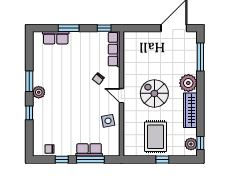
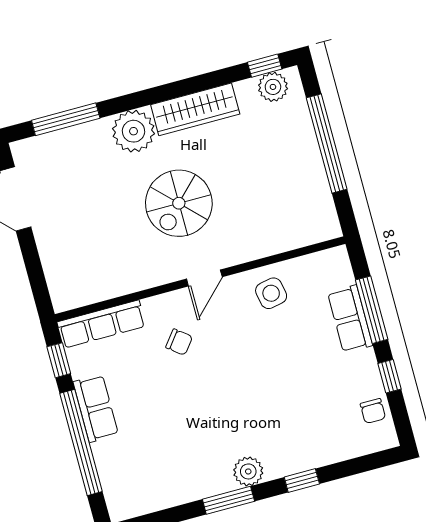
window: (69, 28) -> (81, 442), width x2.11
row of seats: (56, 38) -> (96, 408), moved
rug: (156, 137) -> (278, 173), removed
window: (162, 160) -> (327, 143), width x3.17

